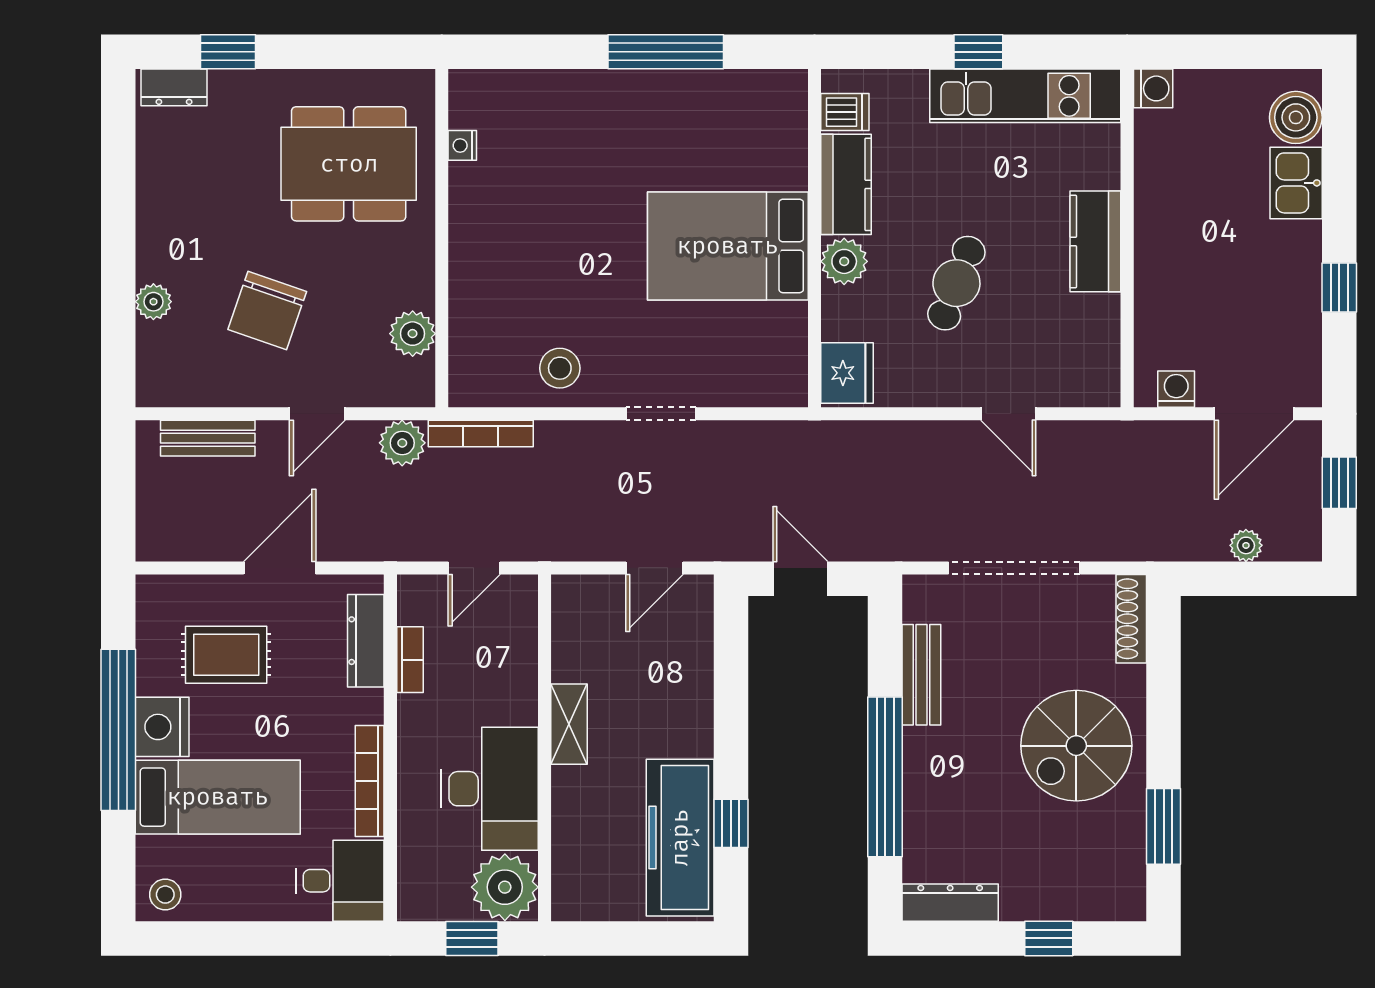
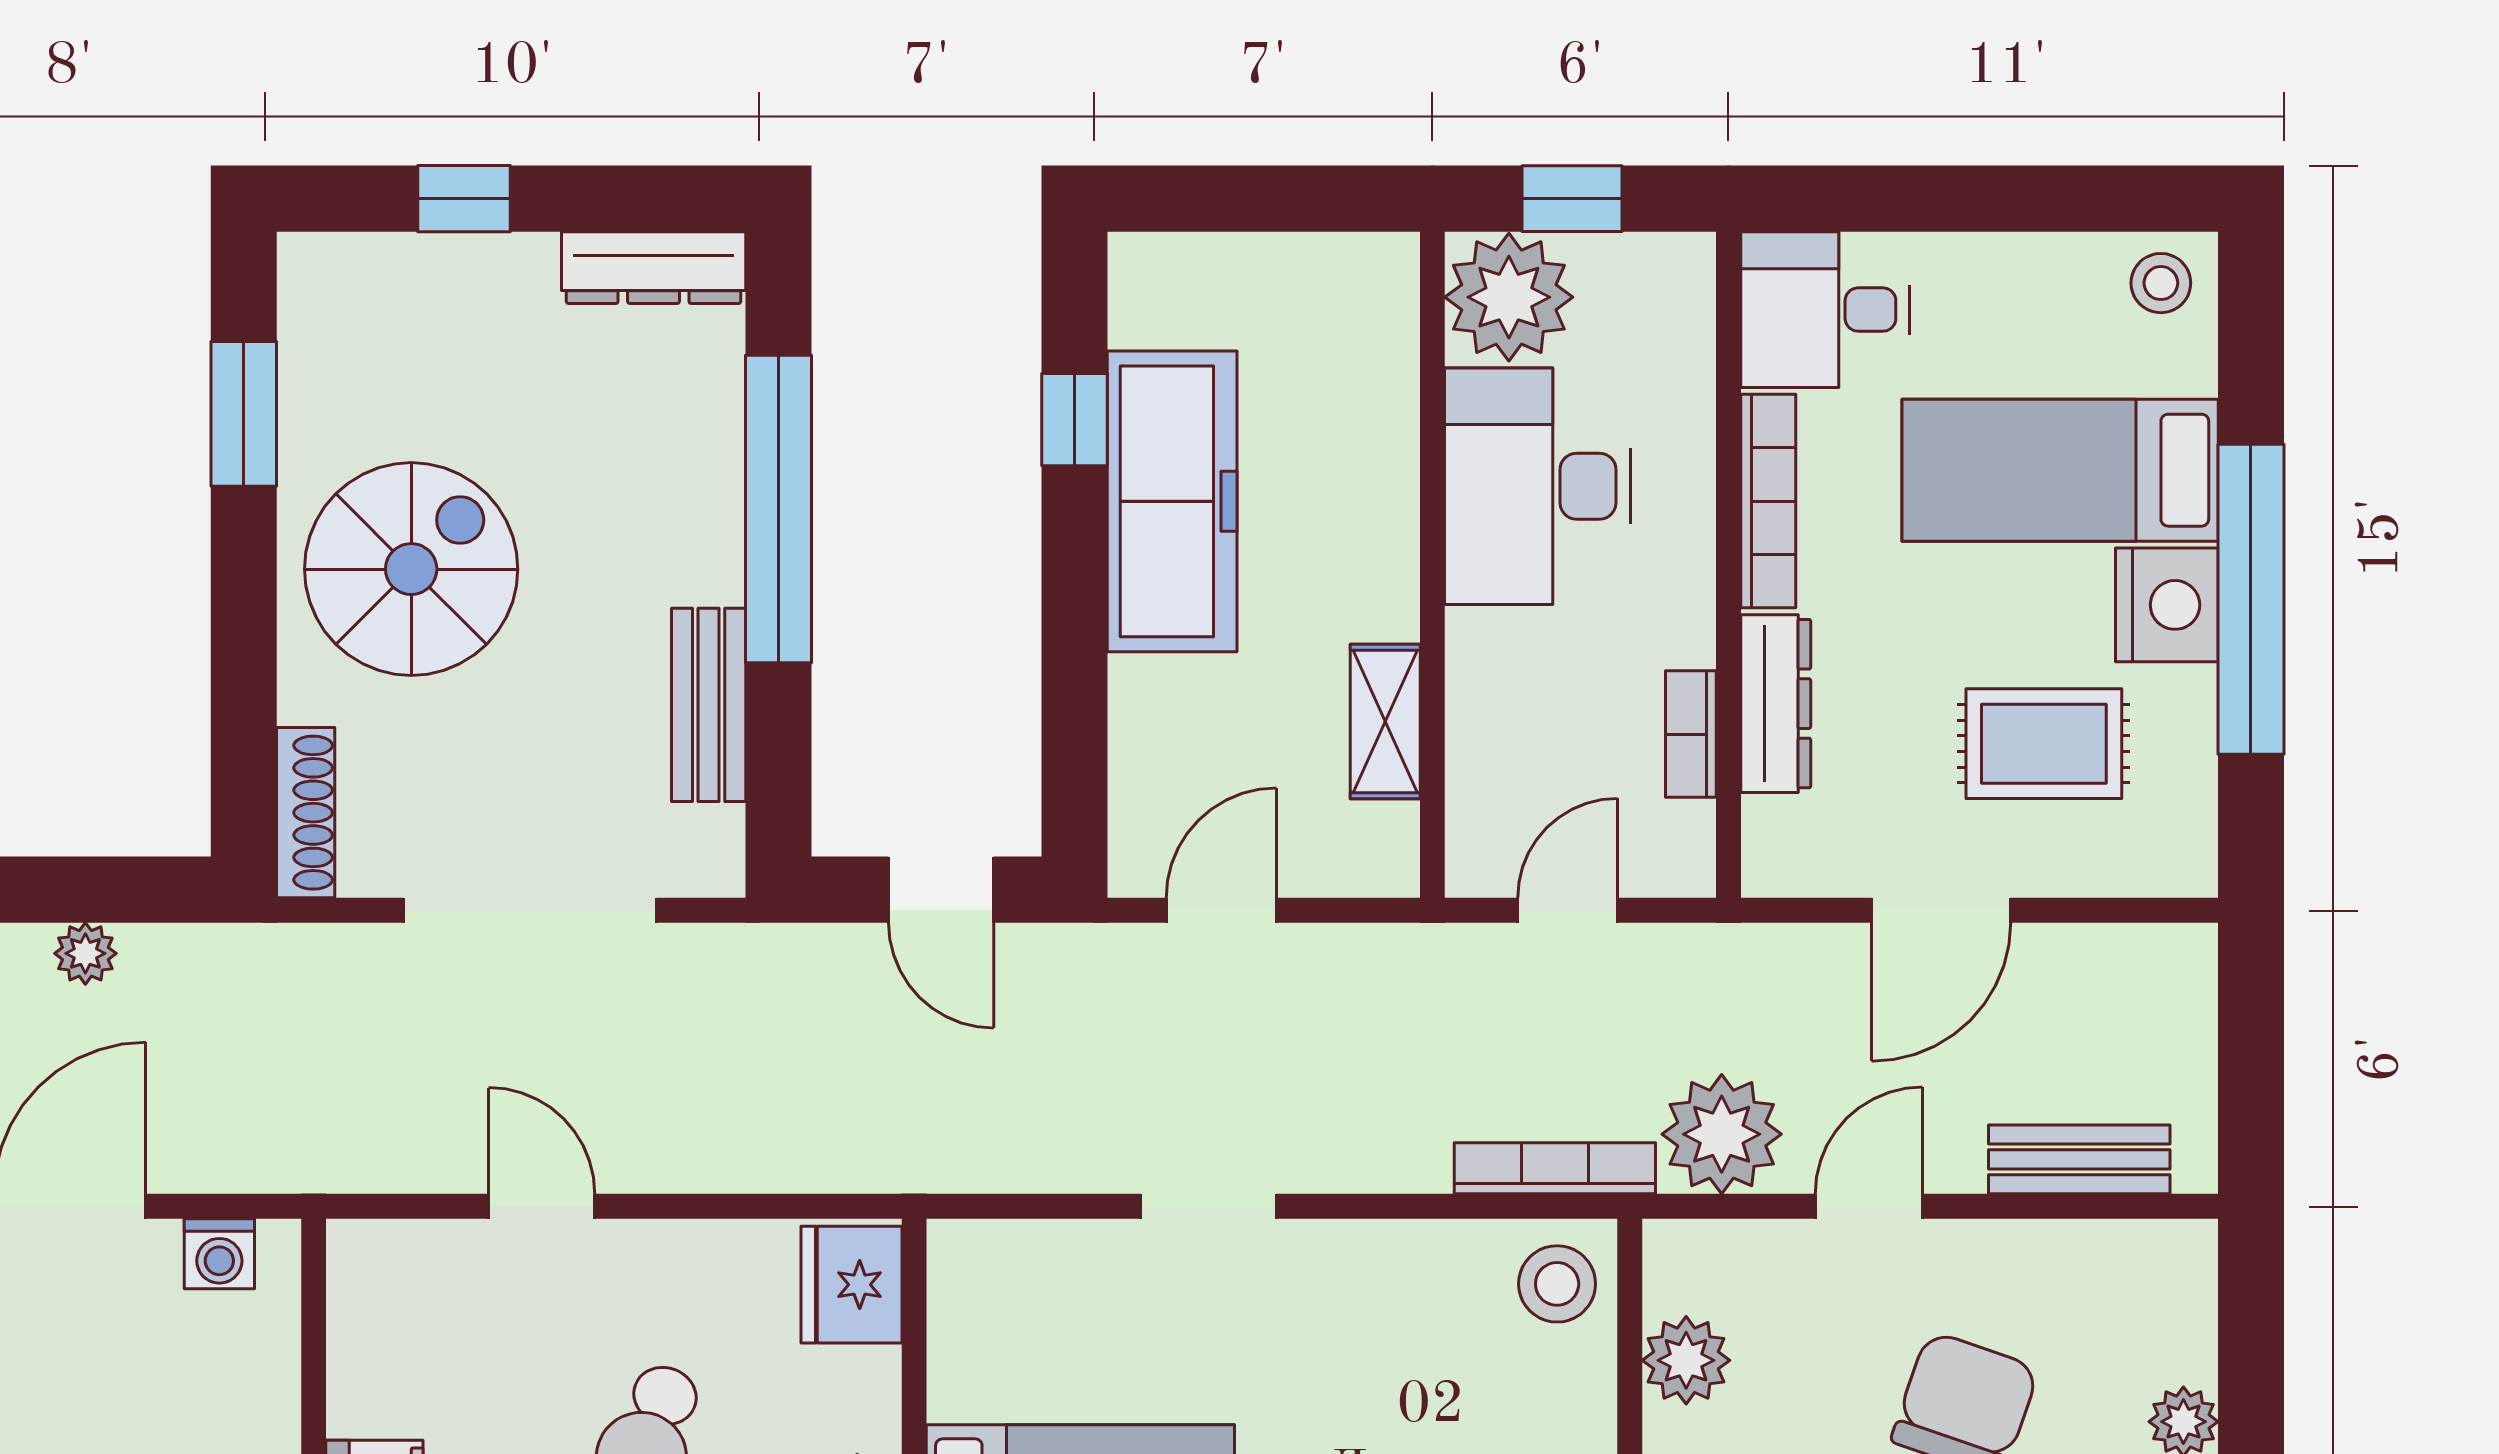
stool: (560, 368) -> (1557, 1284), moved
plant: (402, 443) -> (1722, 1134), width x1.36, depth x1.36
dresser: (366, 641) -> (1776, 704), moved
shelving: (569, 724) -> (1385, 722), moved
freezer: (680, 838) -> (1172, 501), moved

